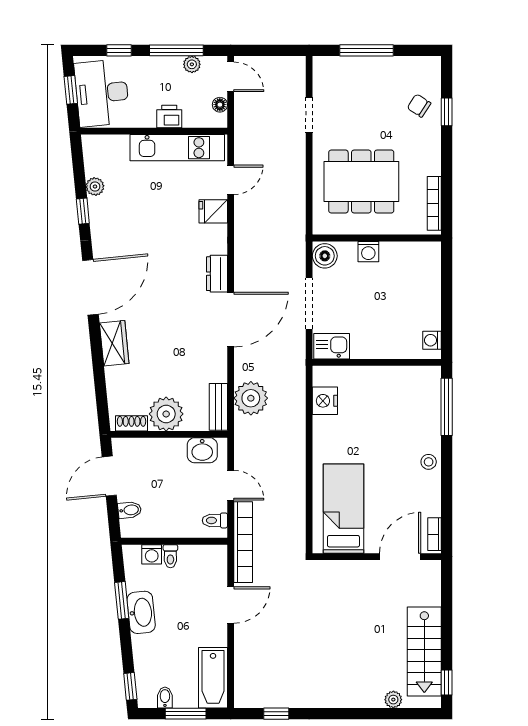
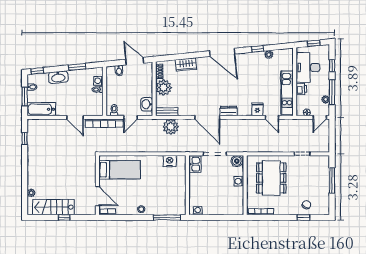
desk: (102, 93) -> (308, 67), moved, turned -84
wardrobe: (114, 343) -> (186, 64), moved
washbasin: (141, 612) -> (58, 77), moved
window: (447, 683) -> (64, 218), moved

